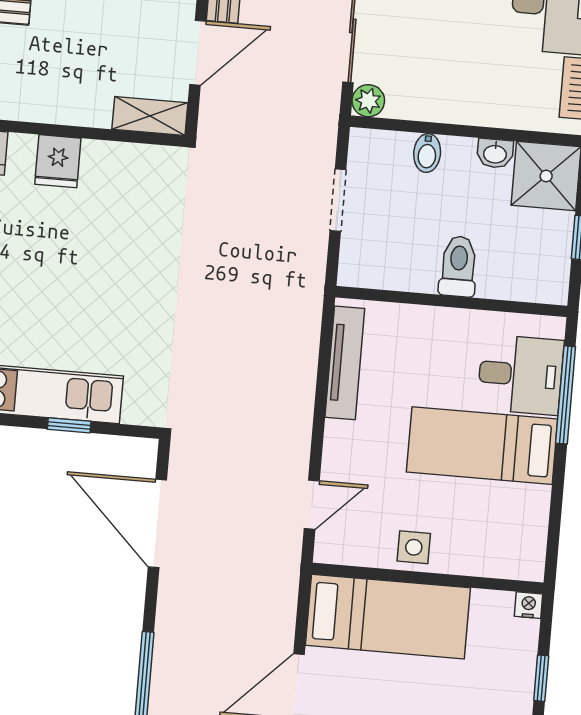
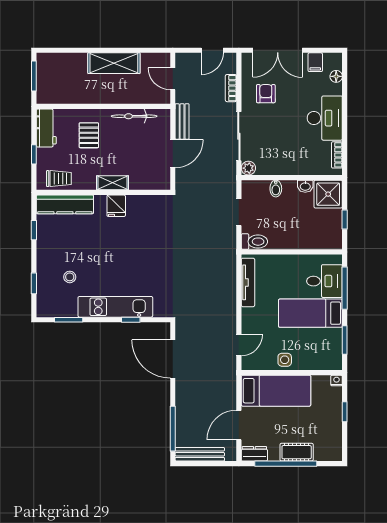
shelving: (150, 116) -> (113, 183), moved
toilet: (458, 266) -> (254, 242), moved, turned 90
window: (555, 514) -> (345, 340), added

